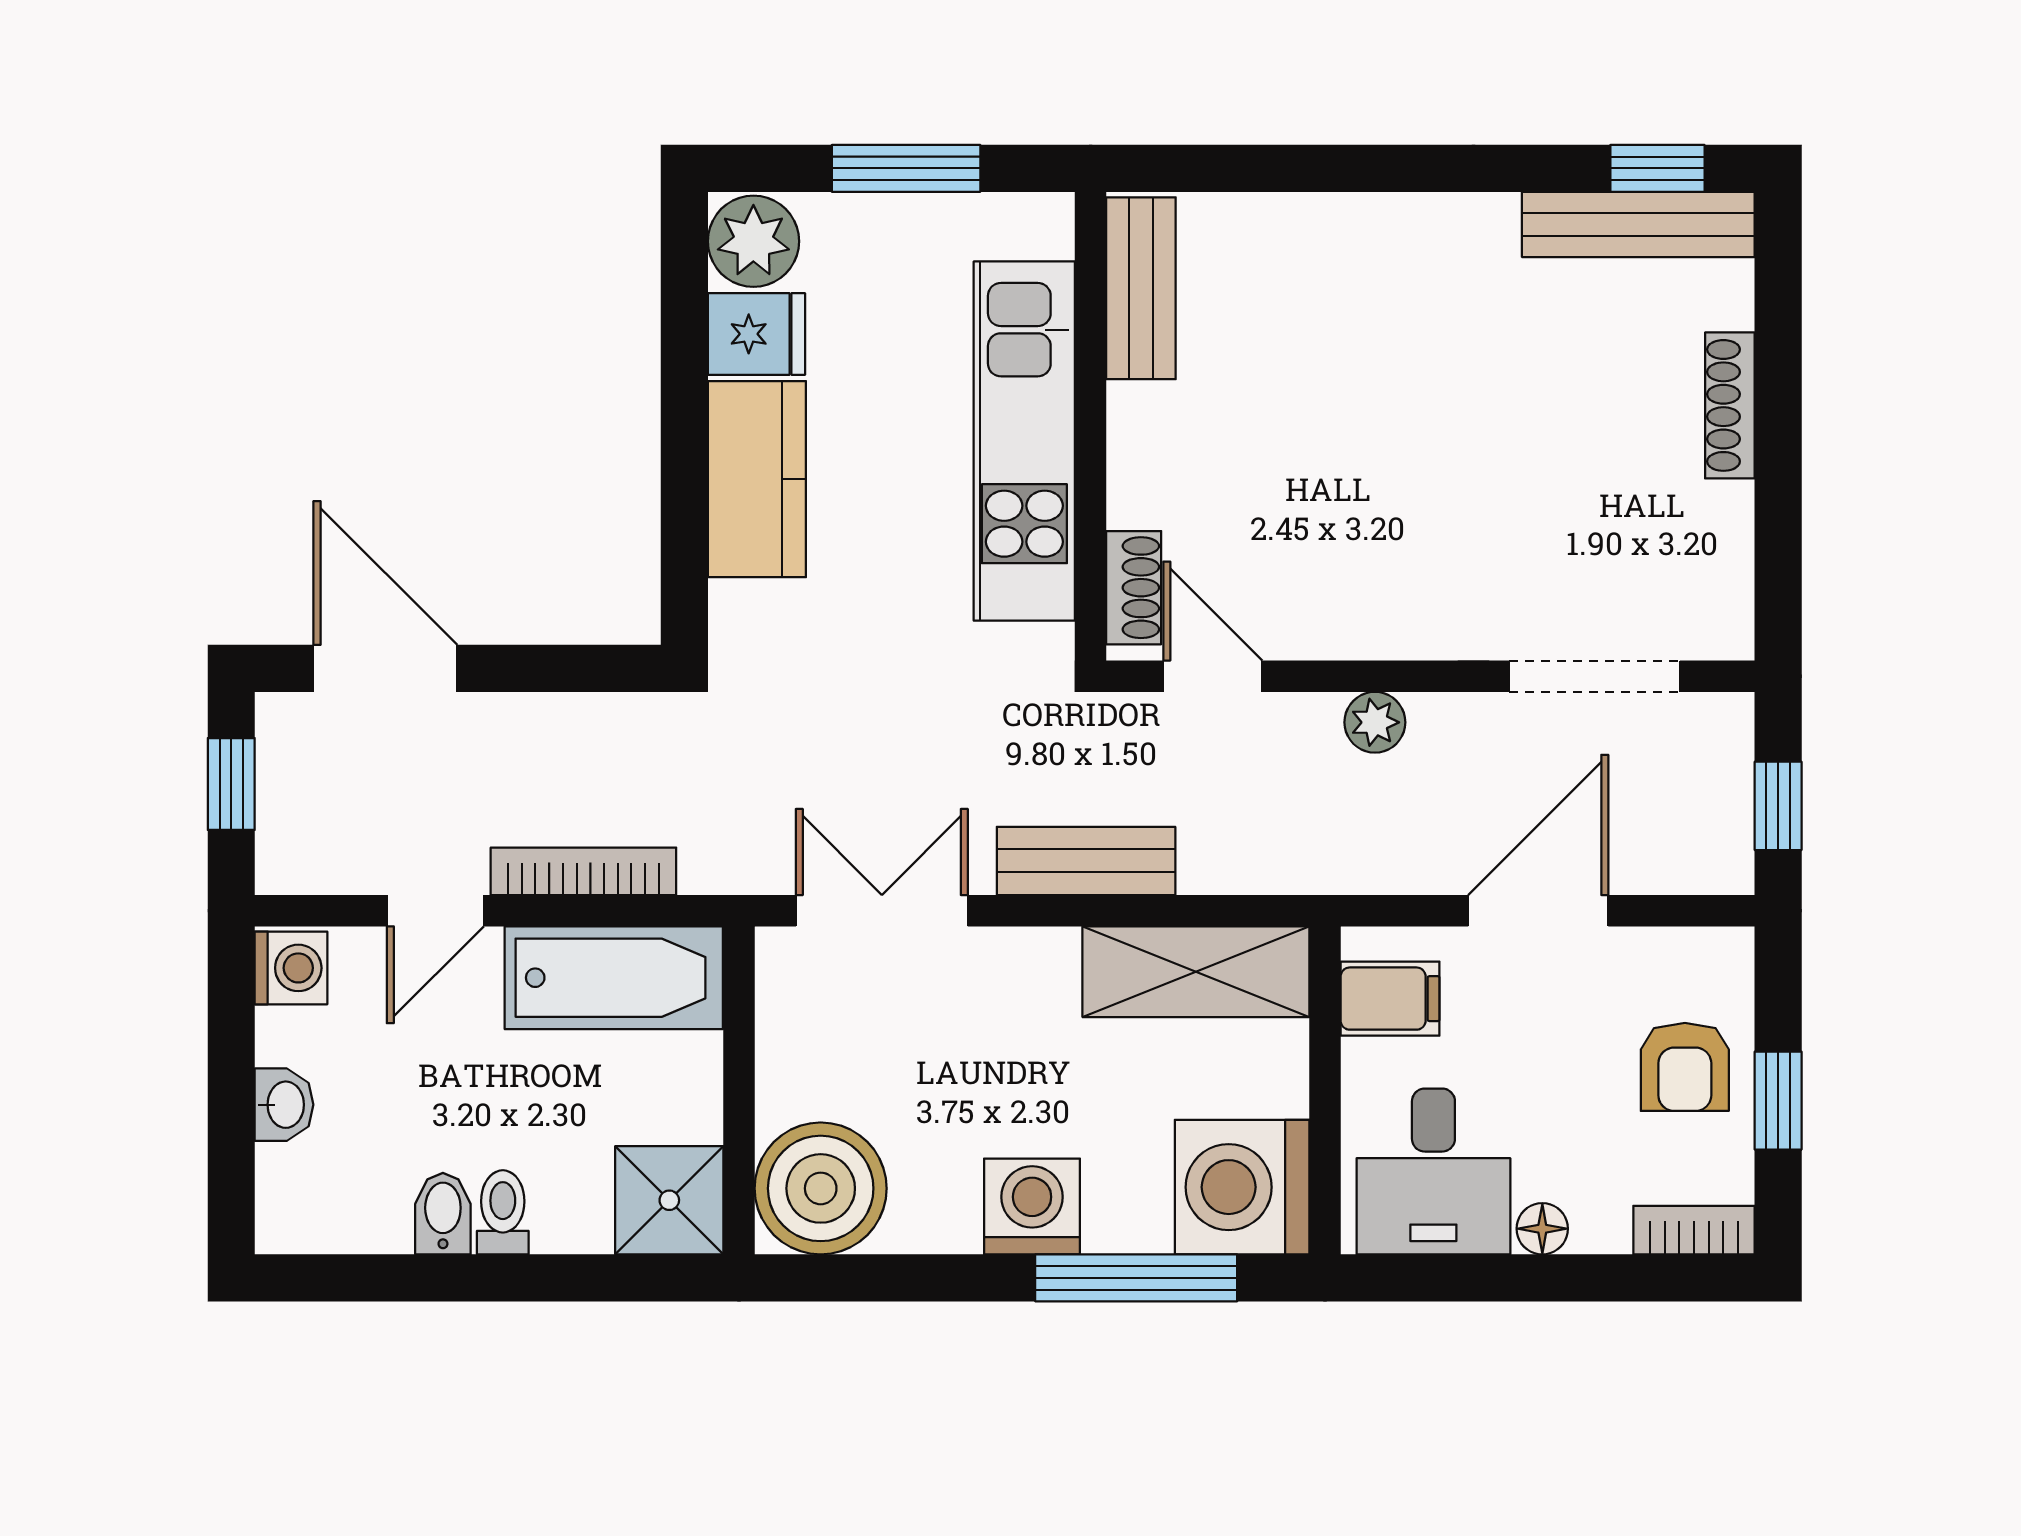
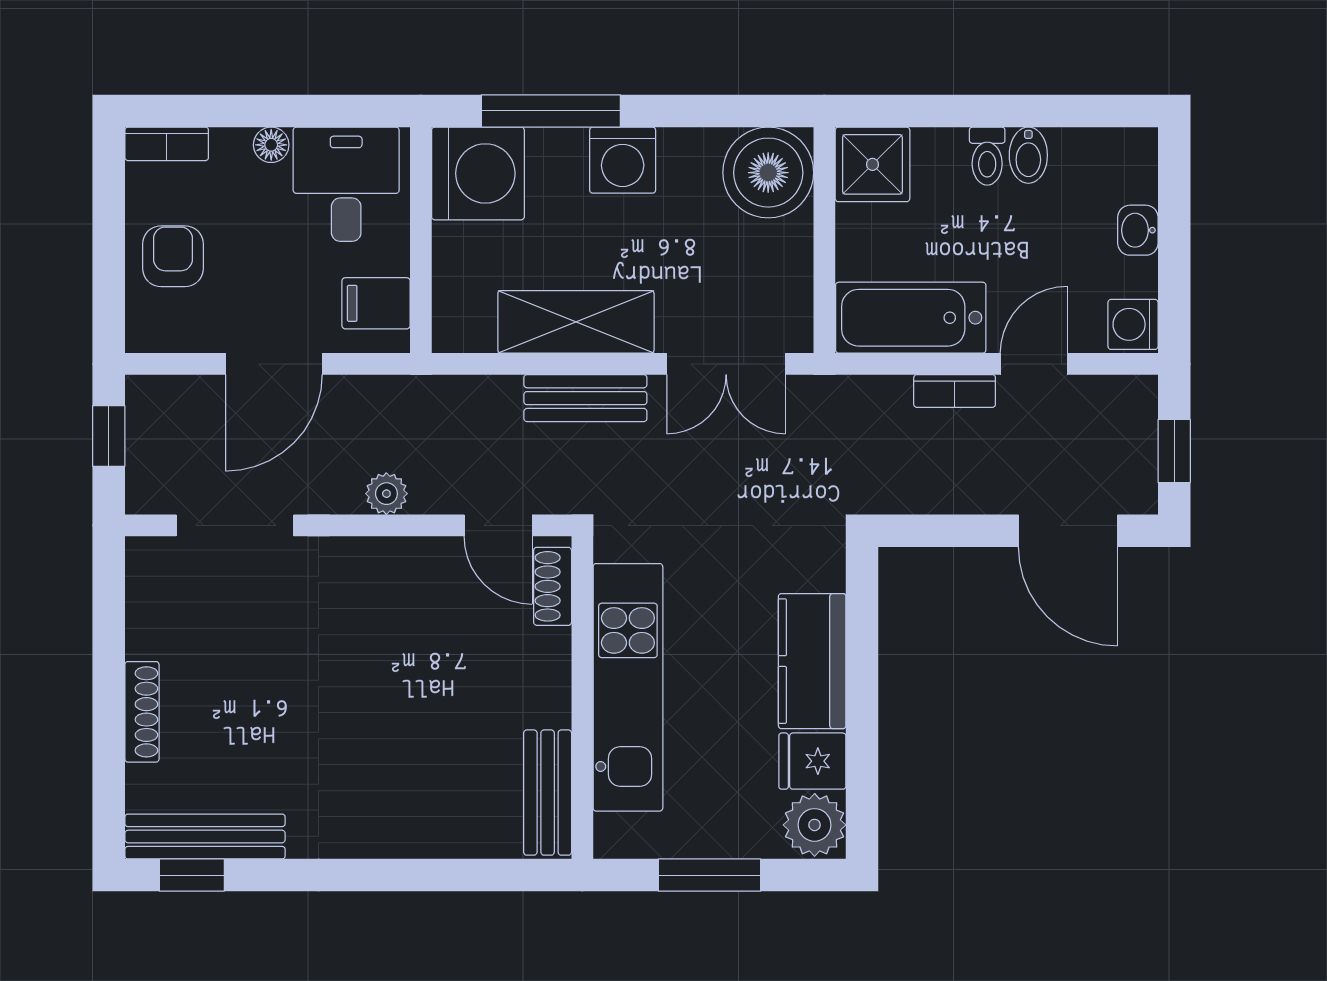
bookcase: (583, 871) -> (955, 391), width x0.64
shelving: (1196, 972) -> (576, 322), moved
window: (1778, 1101) -> (109, 233), removed

